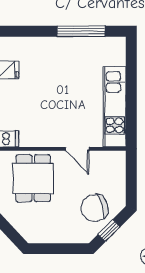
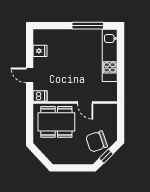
kitchen unit: (115, 107) -> (110, 55), moved
dining table: (33, 178) -> (56, 122), width x1.38

